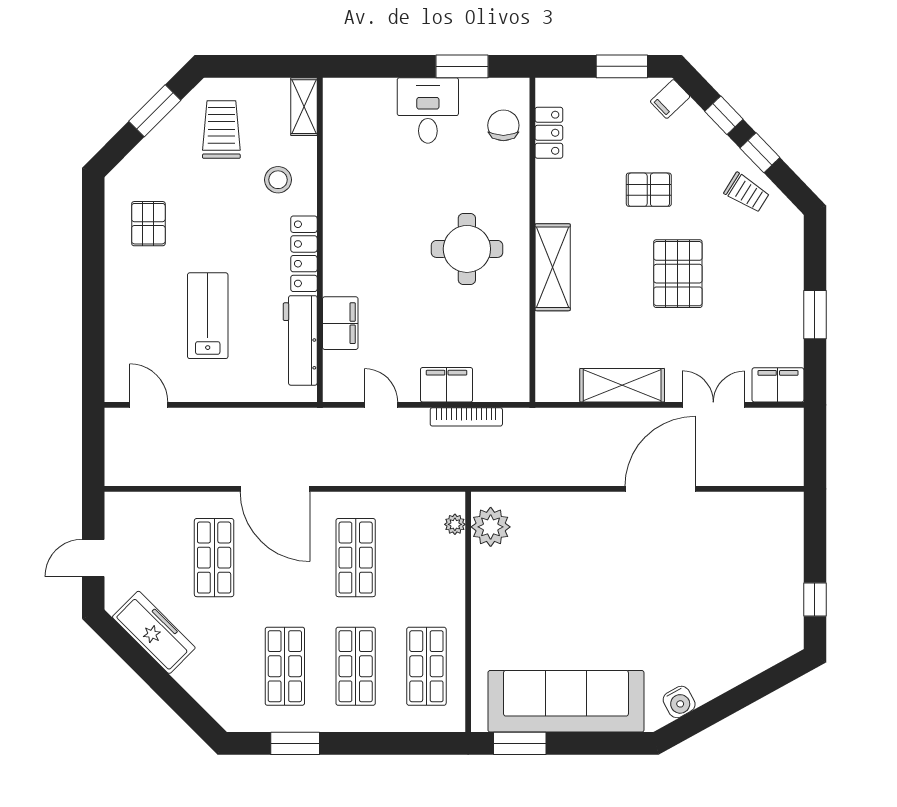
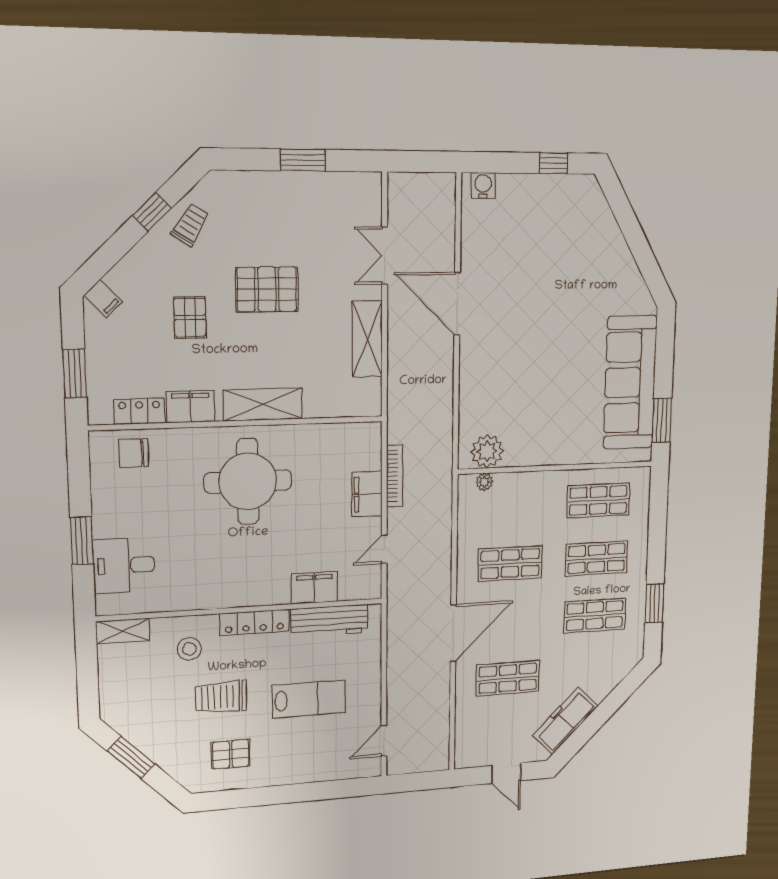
window: (462, 66) -> (82, 541), moved
window: (622, 66) -> (75, 373), moved
desk: (428, 110) -> (124, 565), moved
window: (724, 115) -> (117, 247), removed
trolley: (221, 130) -> (221, 697), moved
round table: (467, 249) -> (248, 481), width x1.36, depth x1.36
lab bench: (208, 316) -> (309, 699), turned 180
filing cabinet: (778, 385) -> (190, 407), moved, turned 90
water cooler: (679, 702) -> (483, 186), moved, turned -61

